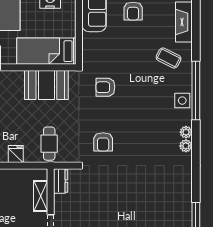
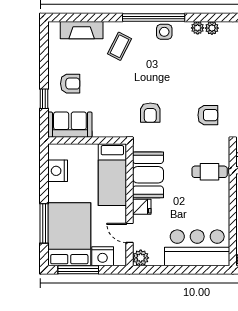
fridge: (16, 154) -> (142, 207), moved, turned 180

